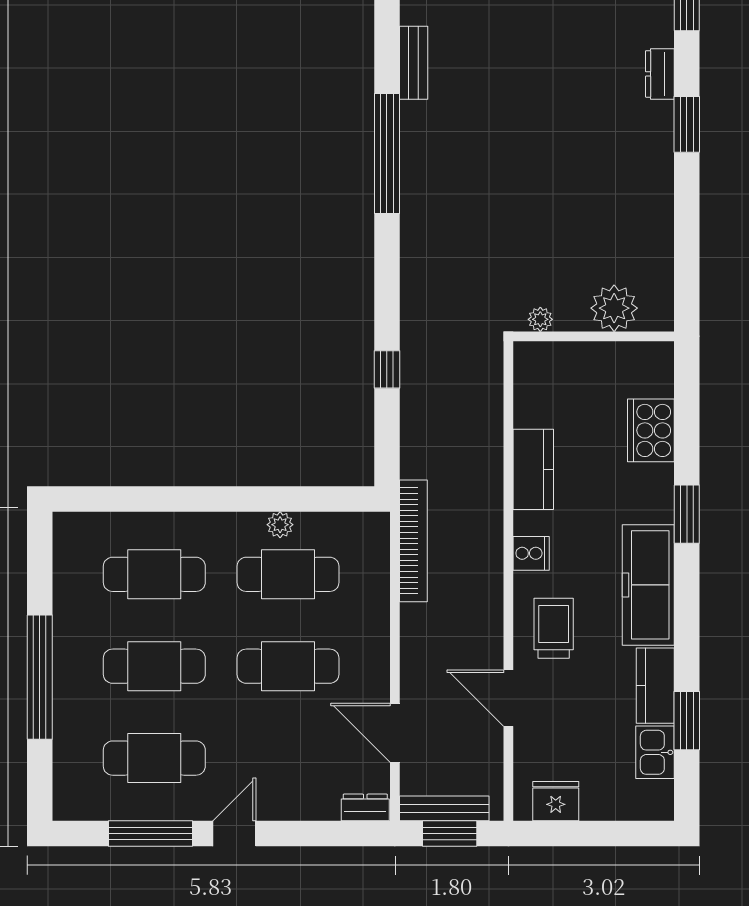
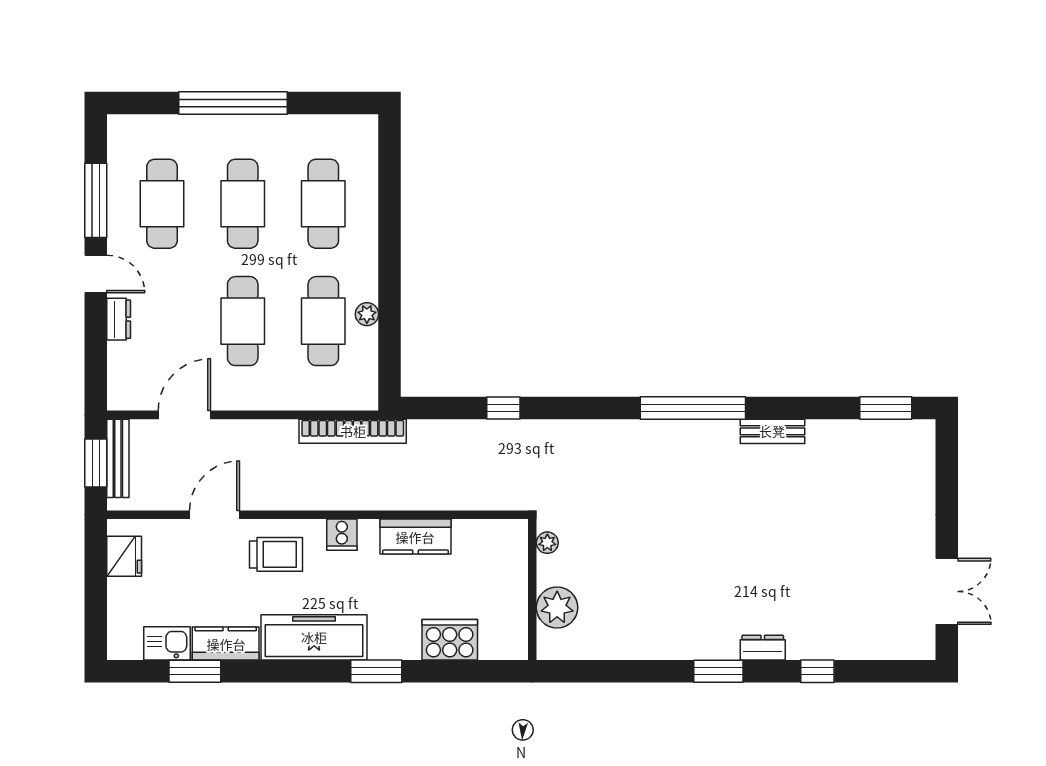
dresser: (365, 807) -> (119, 319), moved

